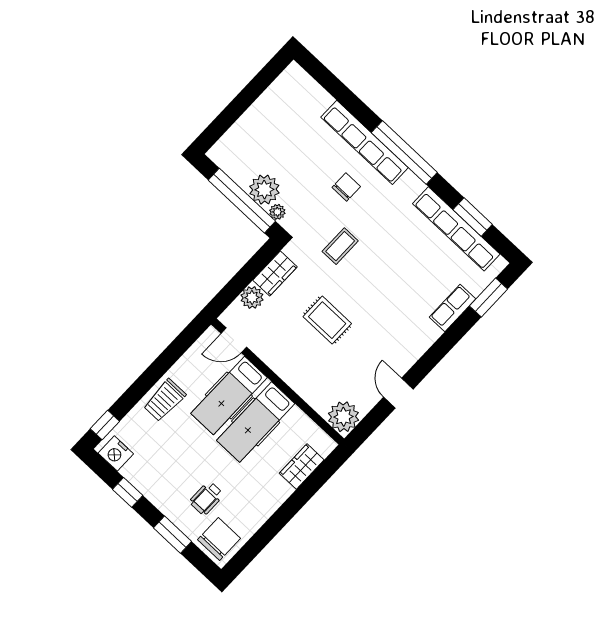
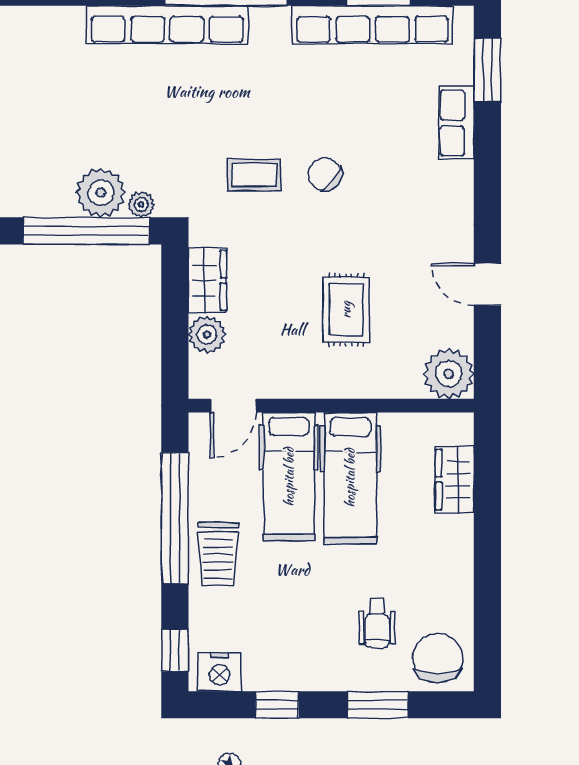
chair: (346, 187) -> (325, 174), moved, turned -53
coffee table: (340, 246) -> (254, 175), turned 90
rug: (327, 320) -> (346, 310), moved, turned 90
window: (160, 366) -> (175, 518), added

